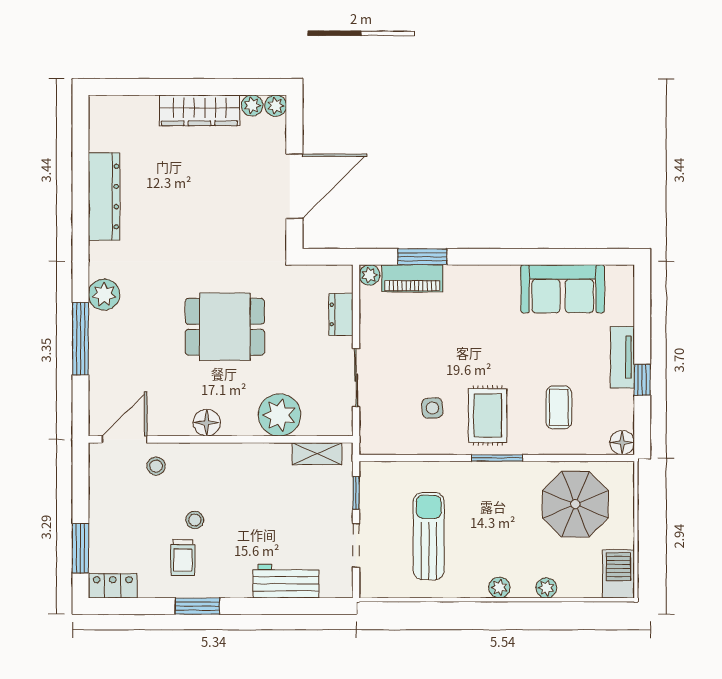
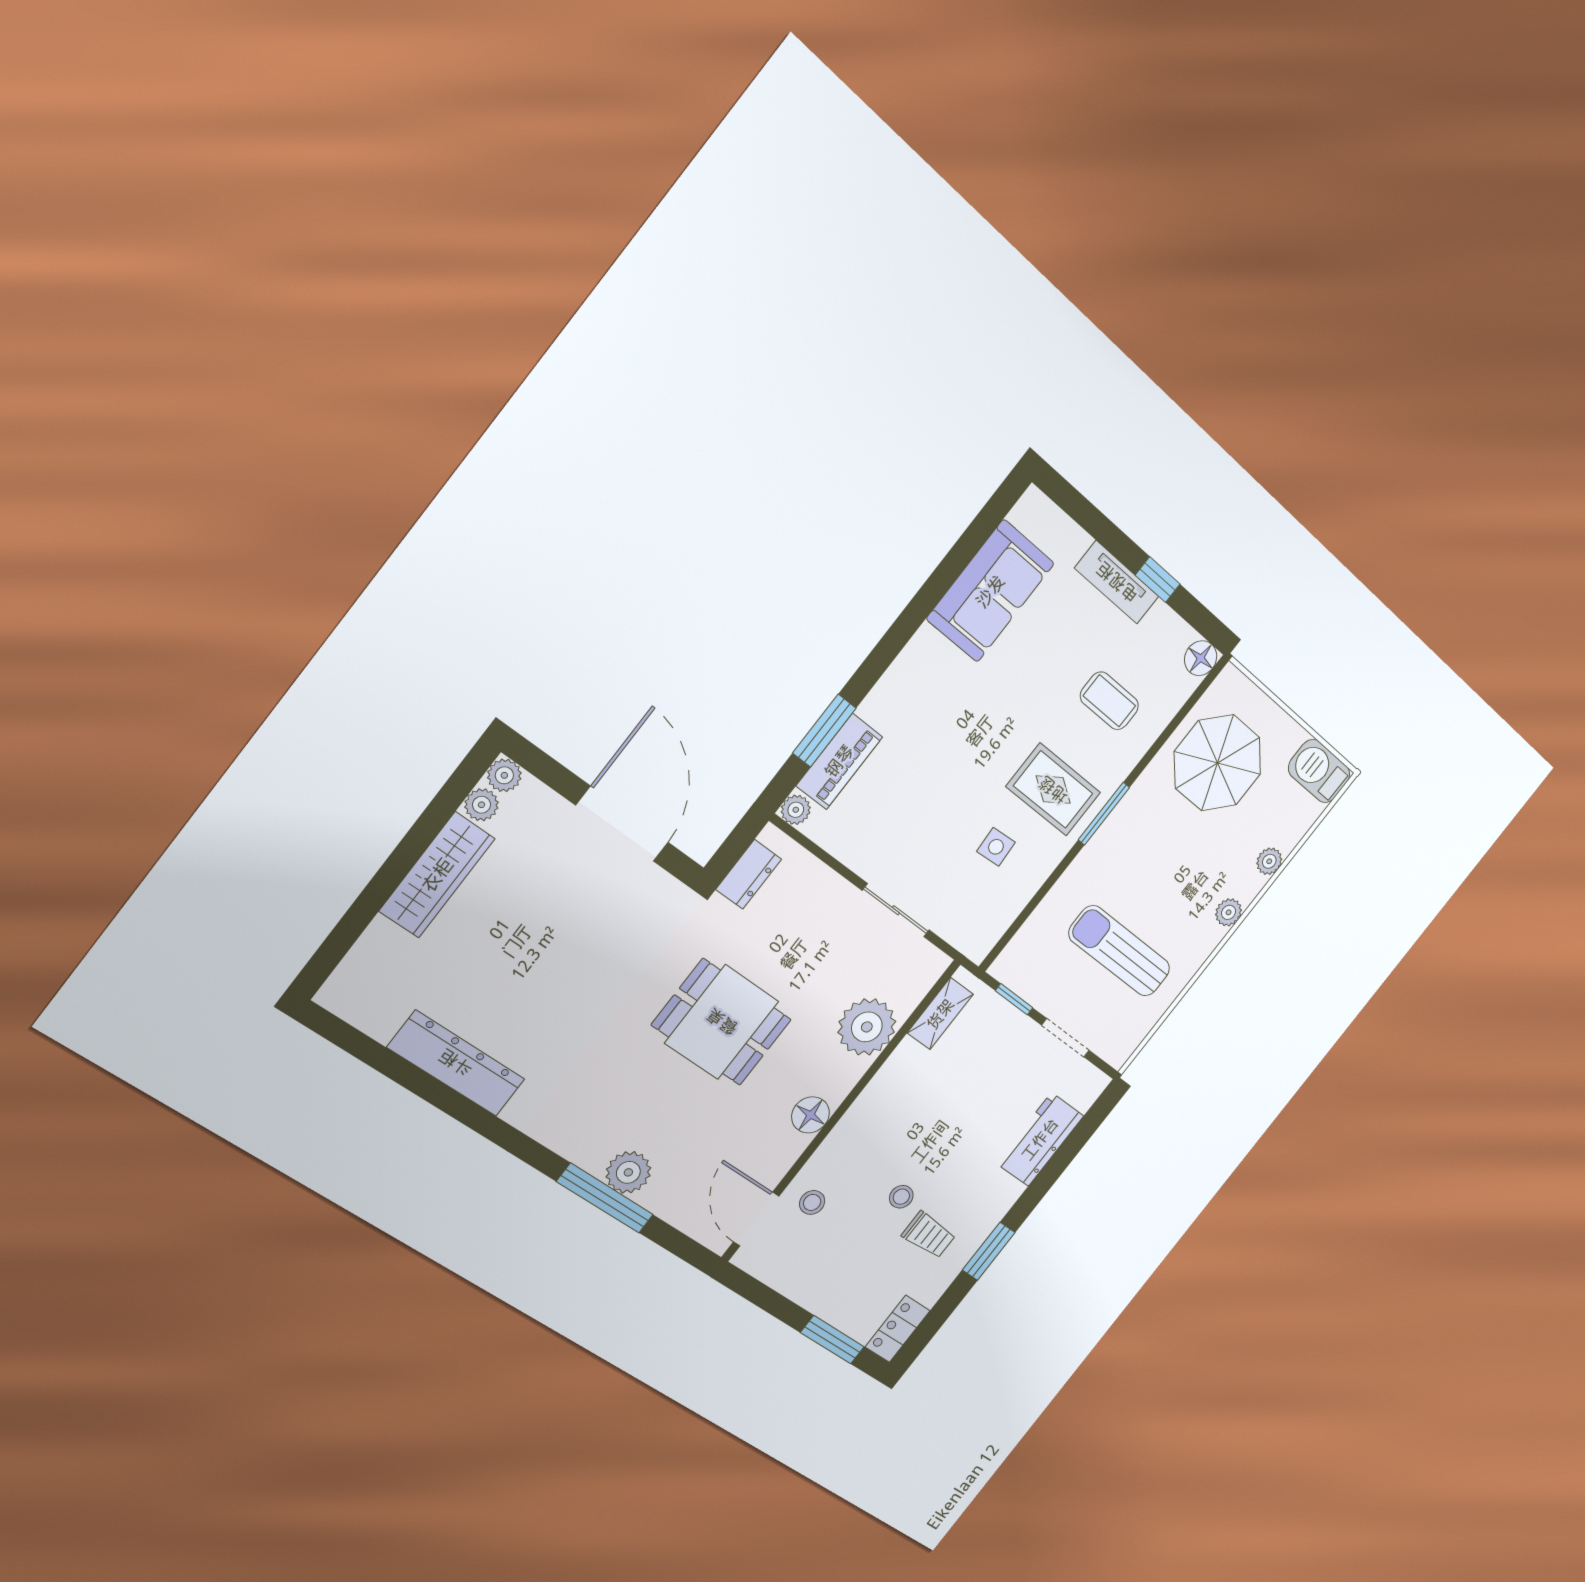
plant: (104, 295) -> (628, 1172), moved
dresser: (341, 314) -> (749, 874), moved, turned -90
dining table: (225, 327) -> (722, 1022), turned 90

